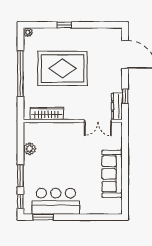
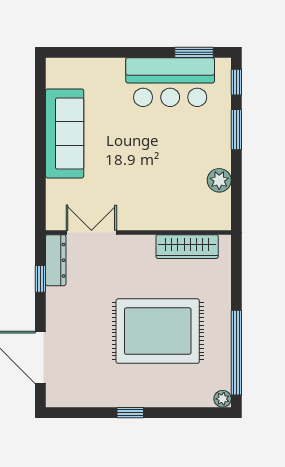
window: (64, 25) -> (130, 413), moved
window: (20, 74) -> (236, 353), moved

